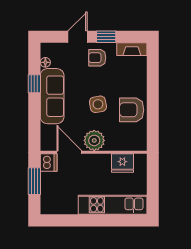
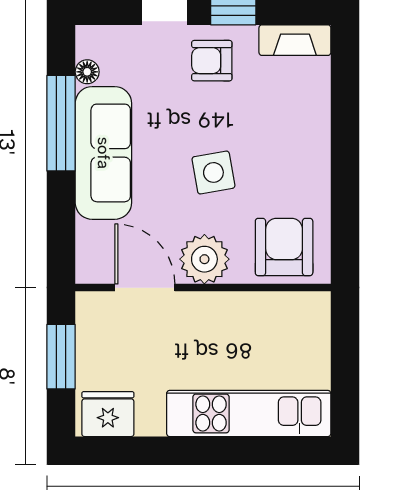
window: (34, 84) -> (61, 123), width x2.17
armchair: (132, 110) -> (284, 247), moved, turned 90
dishwasher: (49, 163) -> (95, 312), removed
fridge: (122, 163) -> (108, 414), moved, turned 180

